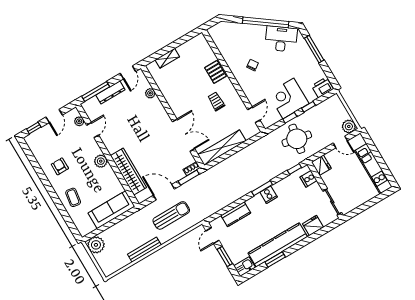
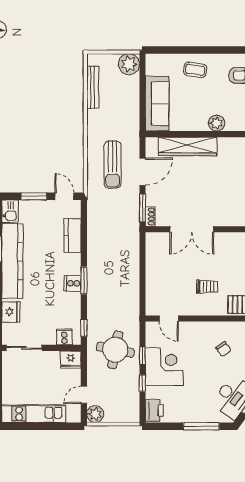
shelving: (222, 148) -> (154, 263), removed
bench: (144, 250) -> (93, 87), moved

